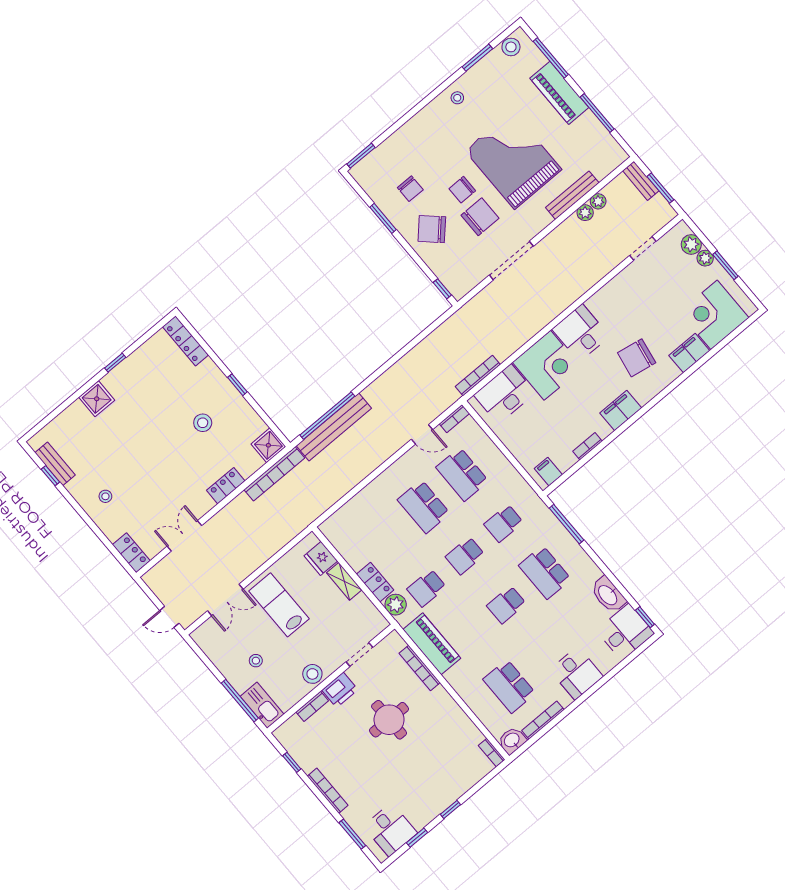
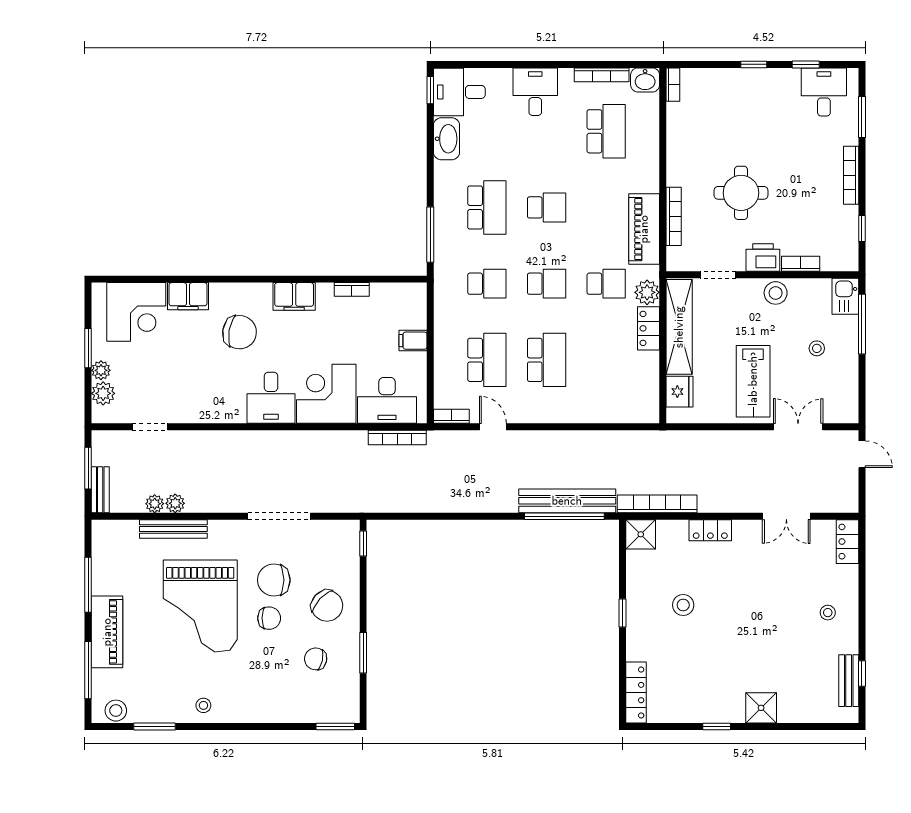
chair: (410, 189) -> (316, 659), turned -78
filing cabinet: (548, 472) -> (413, 341), moved, turned 90
shelving: (344, 581) -> (679, 327), width x2.20, depth x1.33
kitchen sink: (262, 705) -> (845, 296), width x0.73

